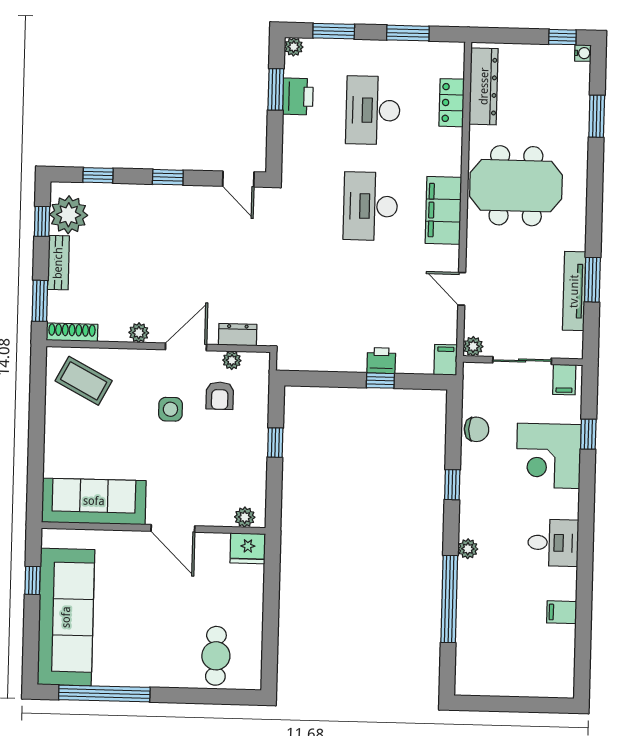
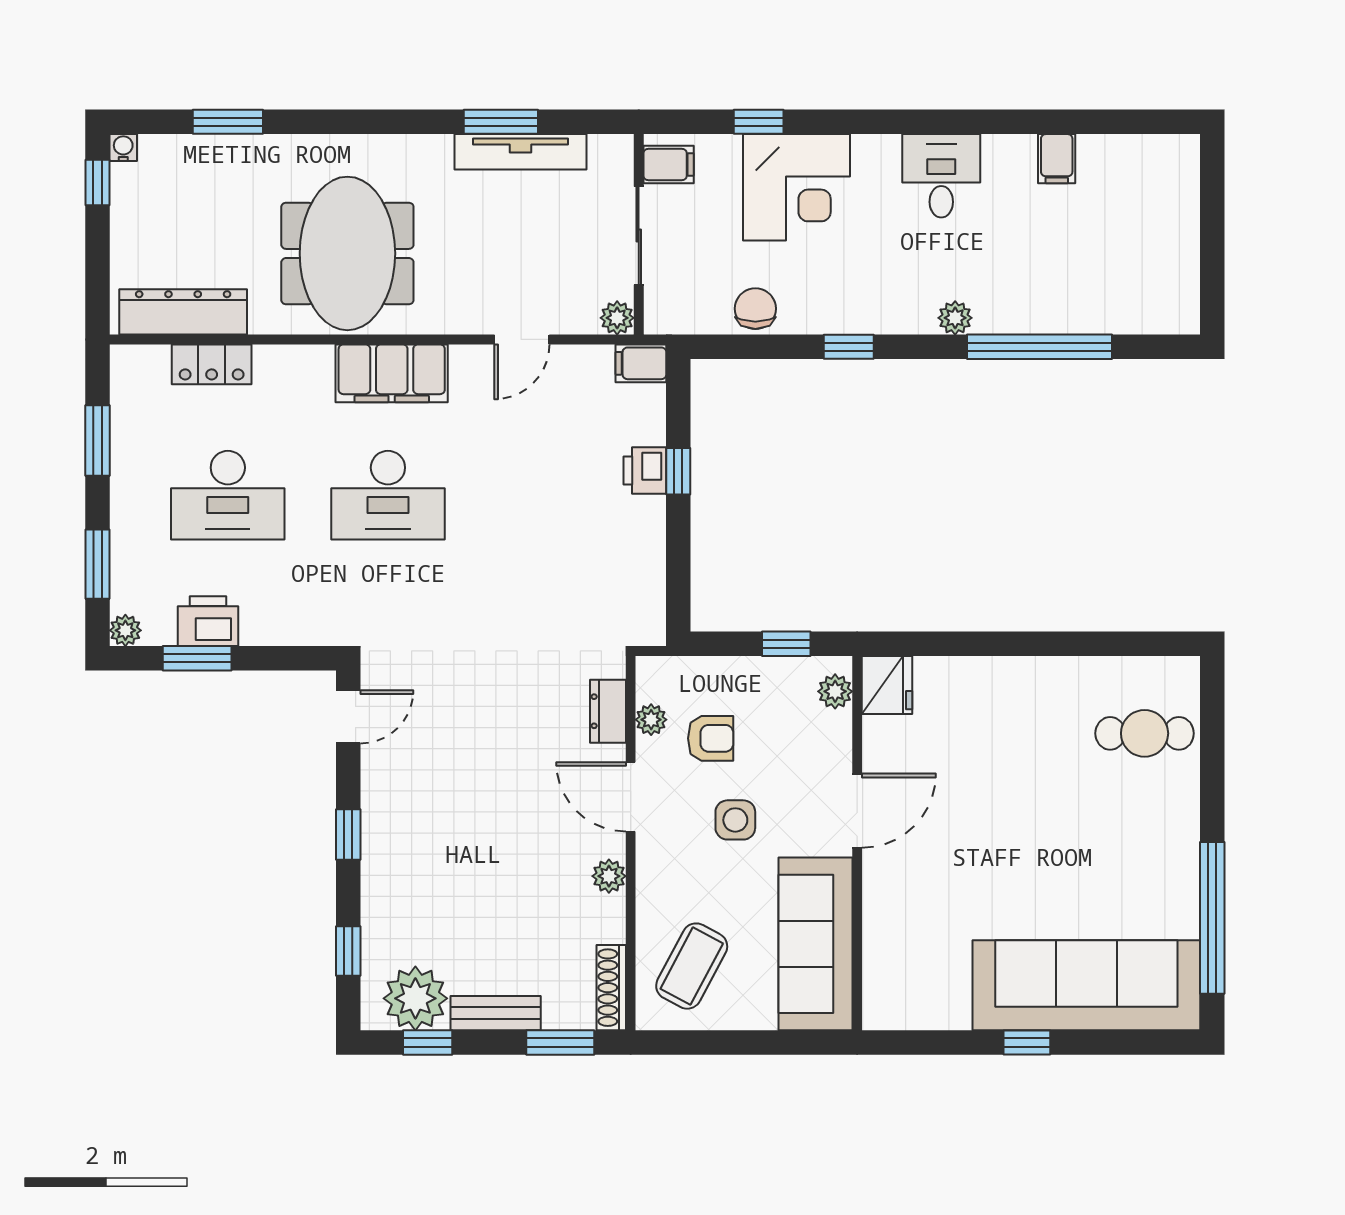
sofa: (94, 501) -> (816, 944), moved
plant: (245, 517) -> (835, 691), moved
wall: (153, 528) -> (857, 843), moved
door: (173, 528) -> (857, 811), moved
fridge: (248, 548) -> (887, 685), moved

